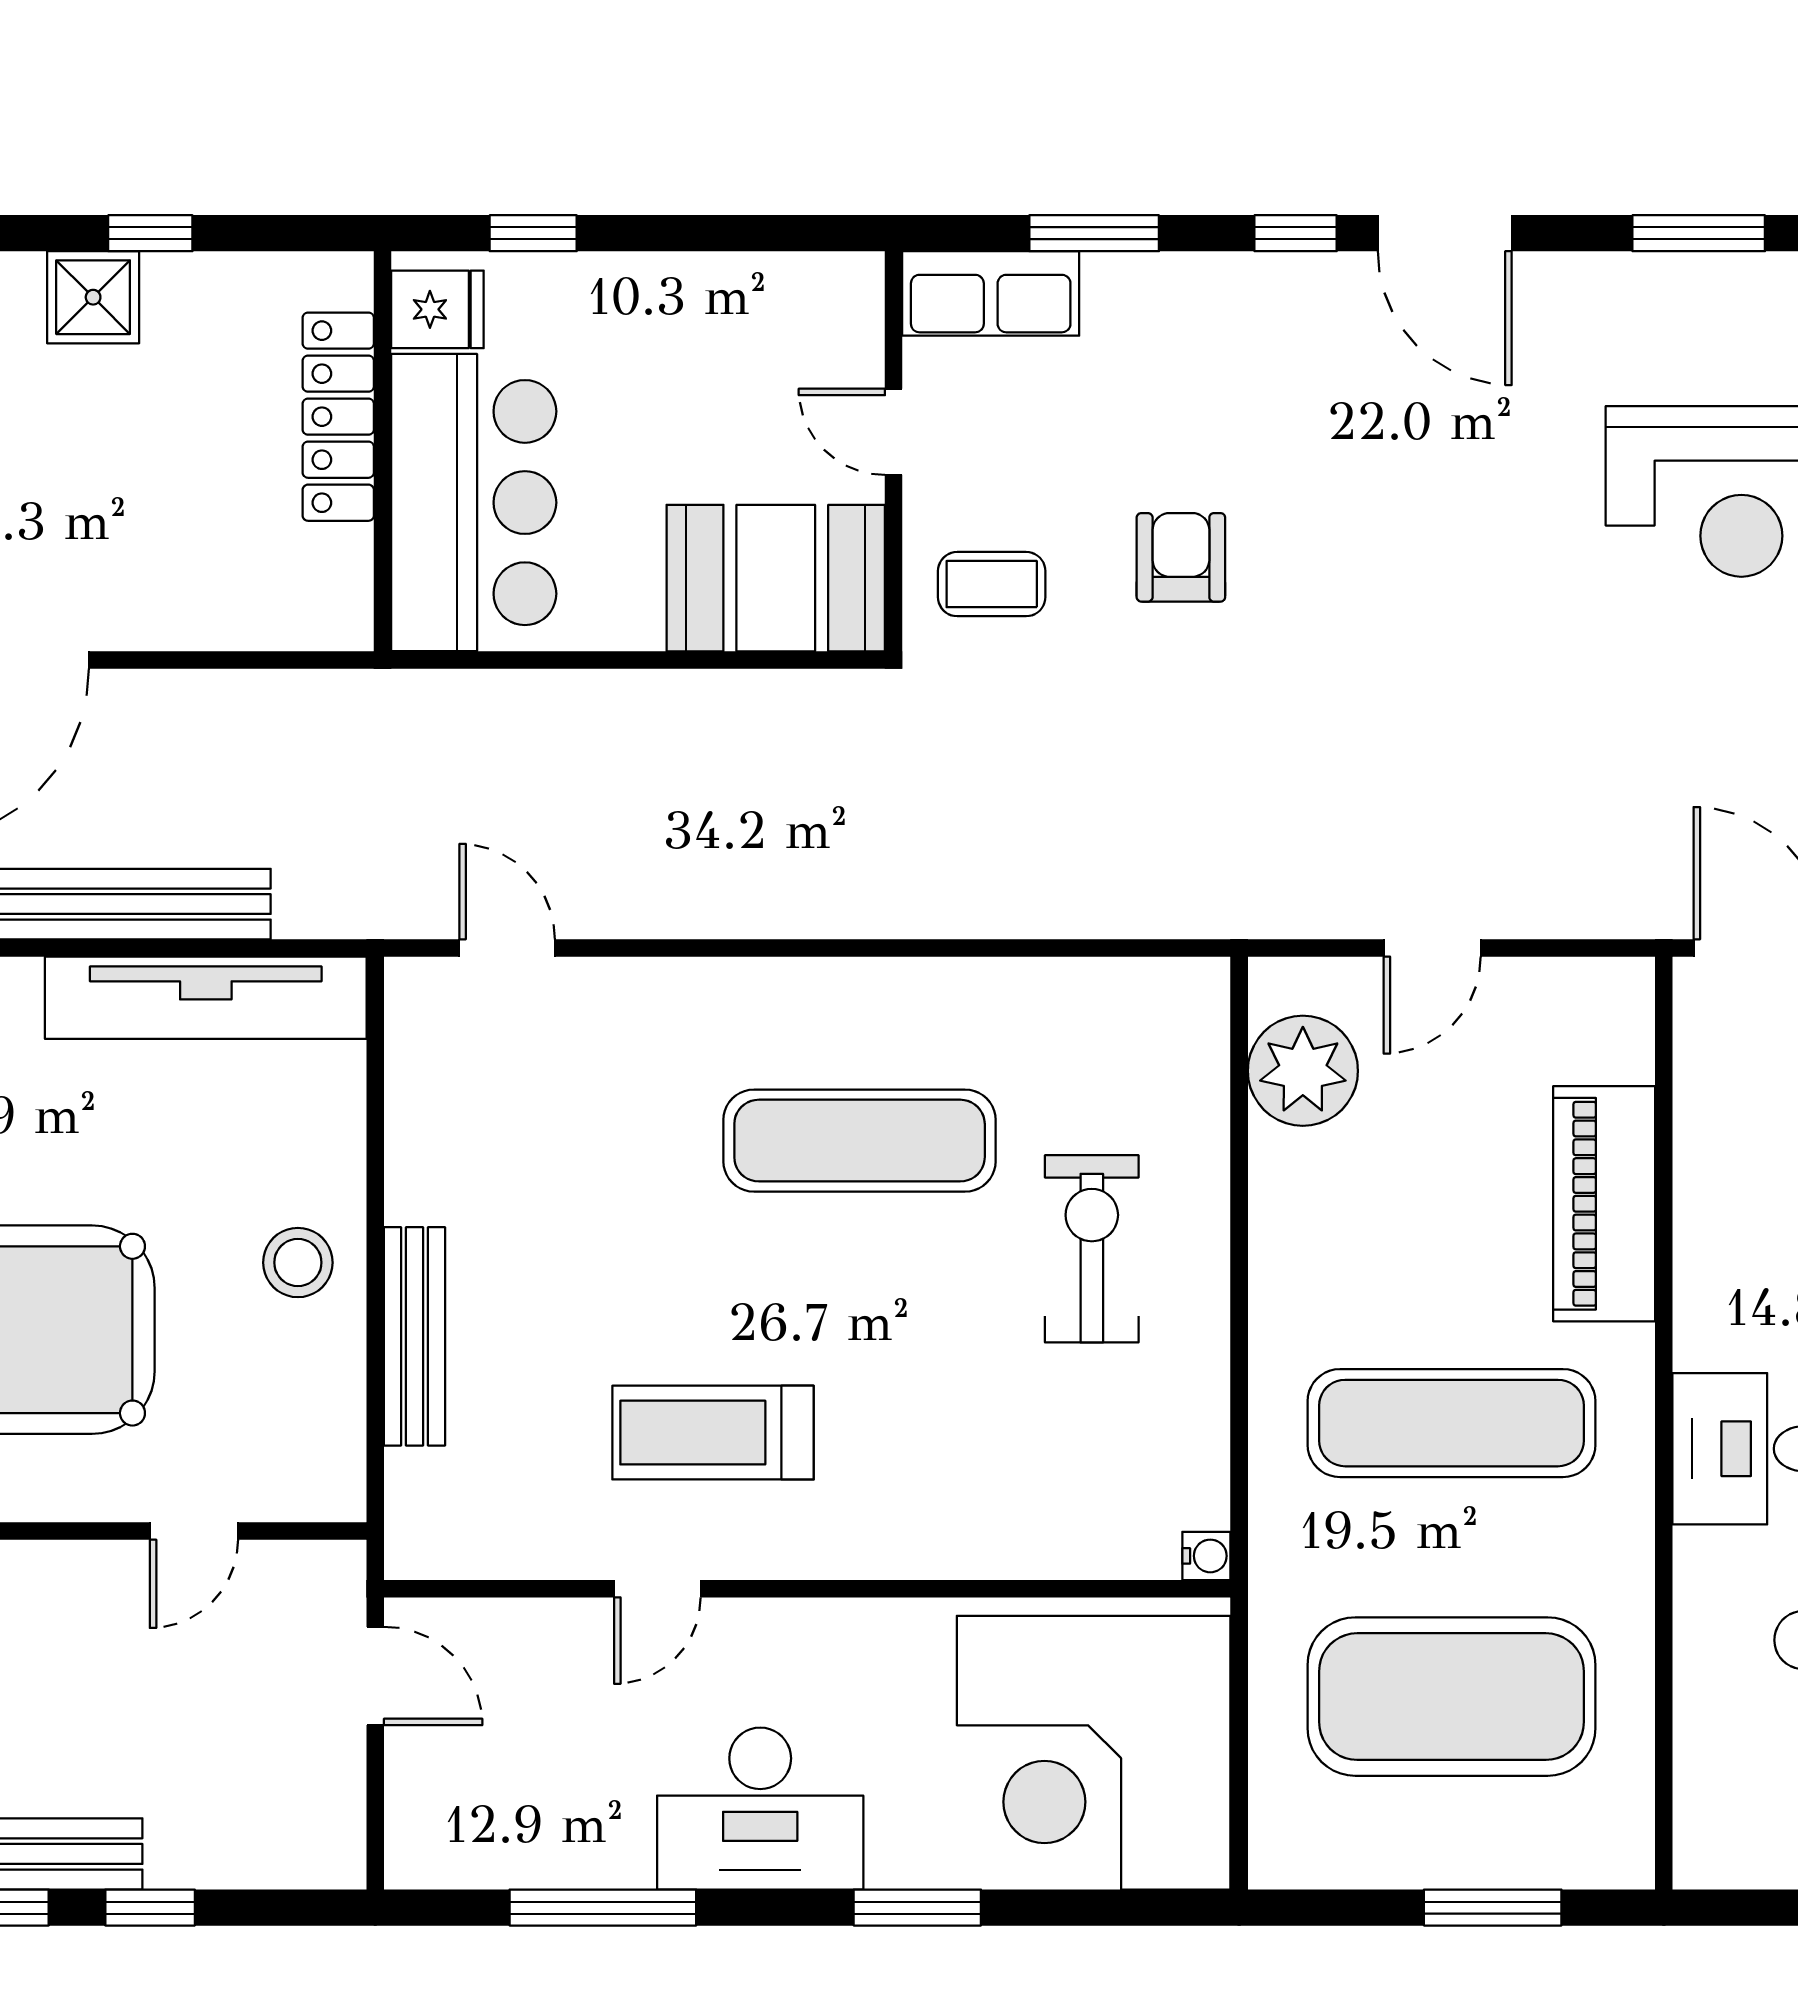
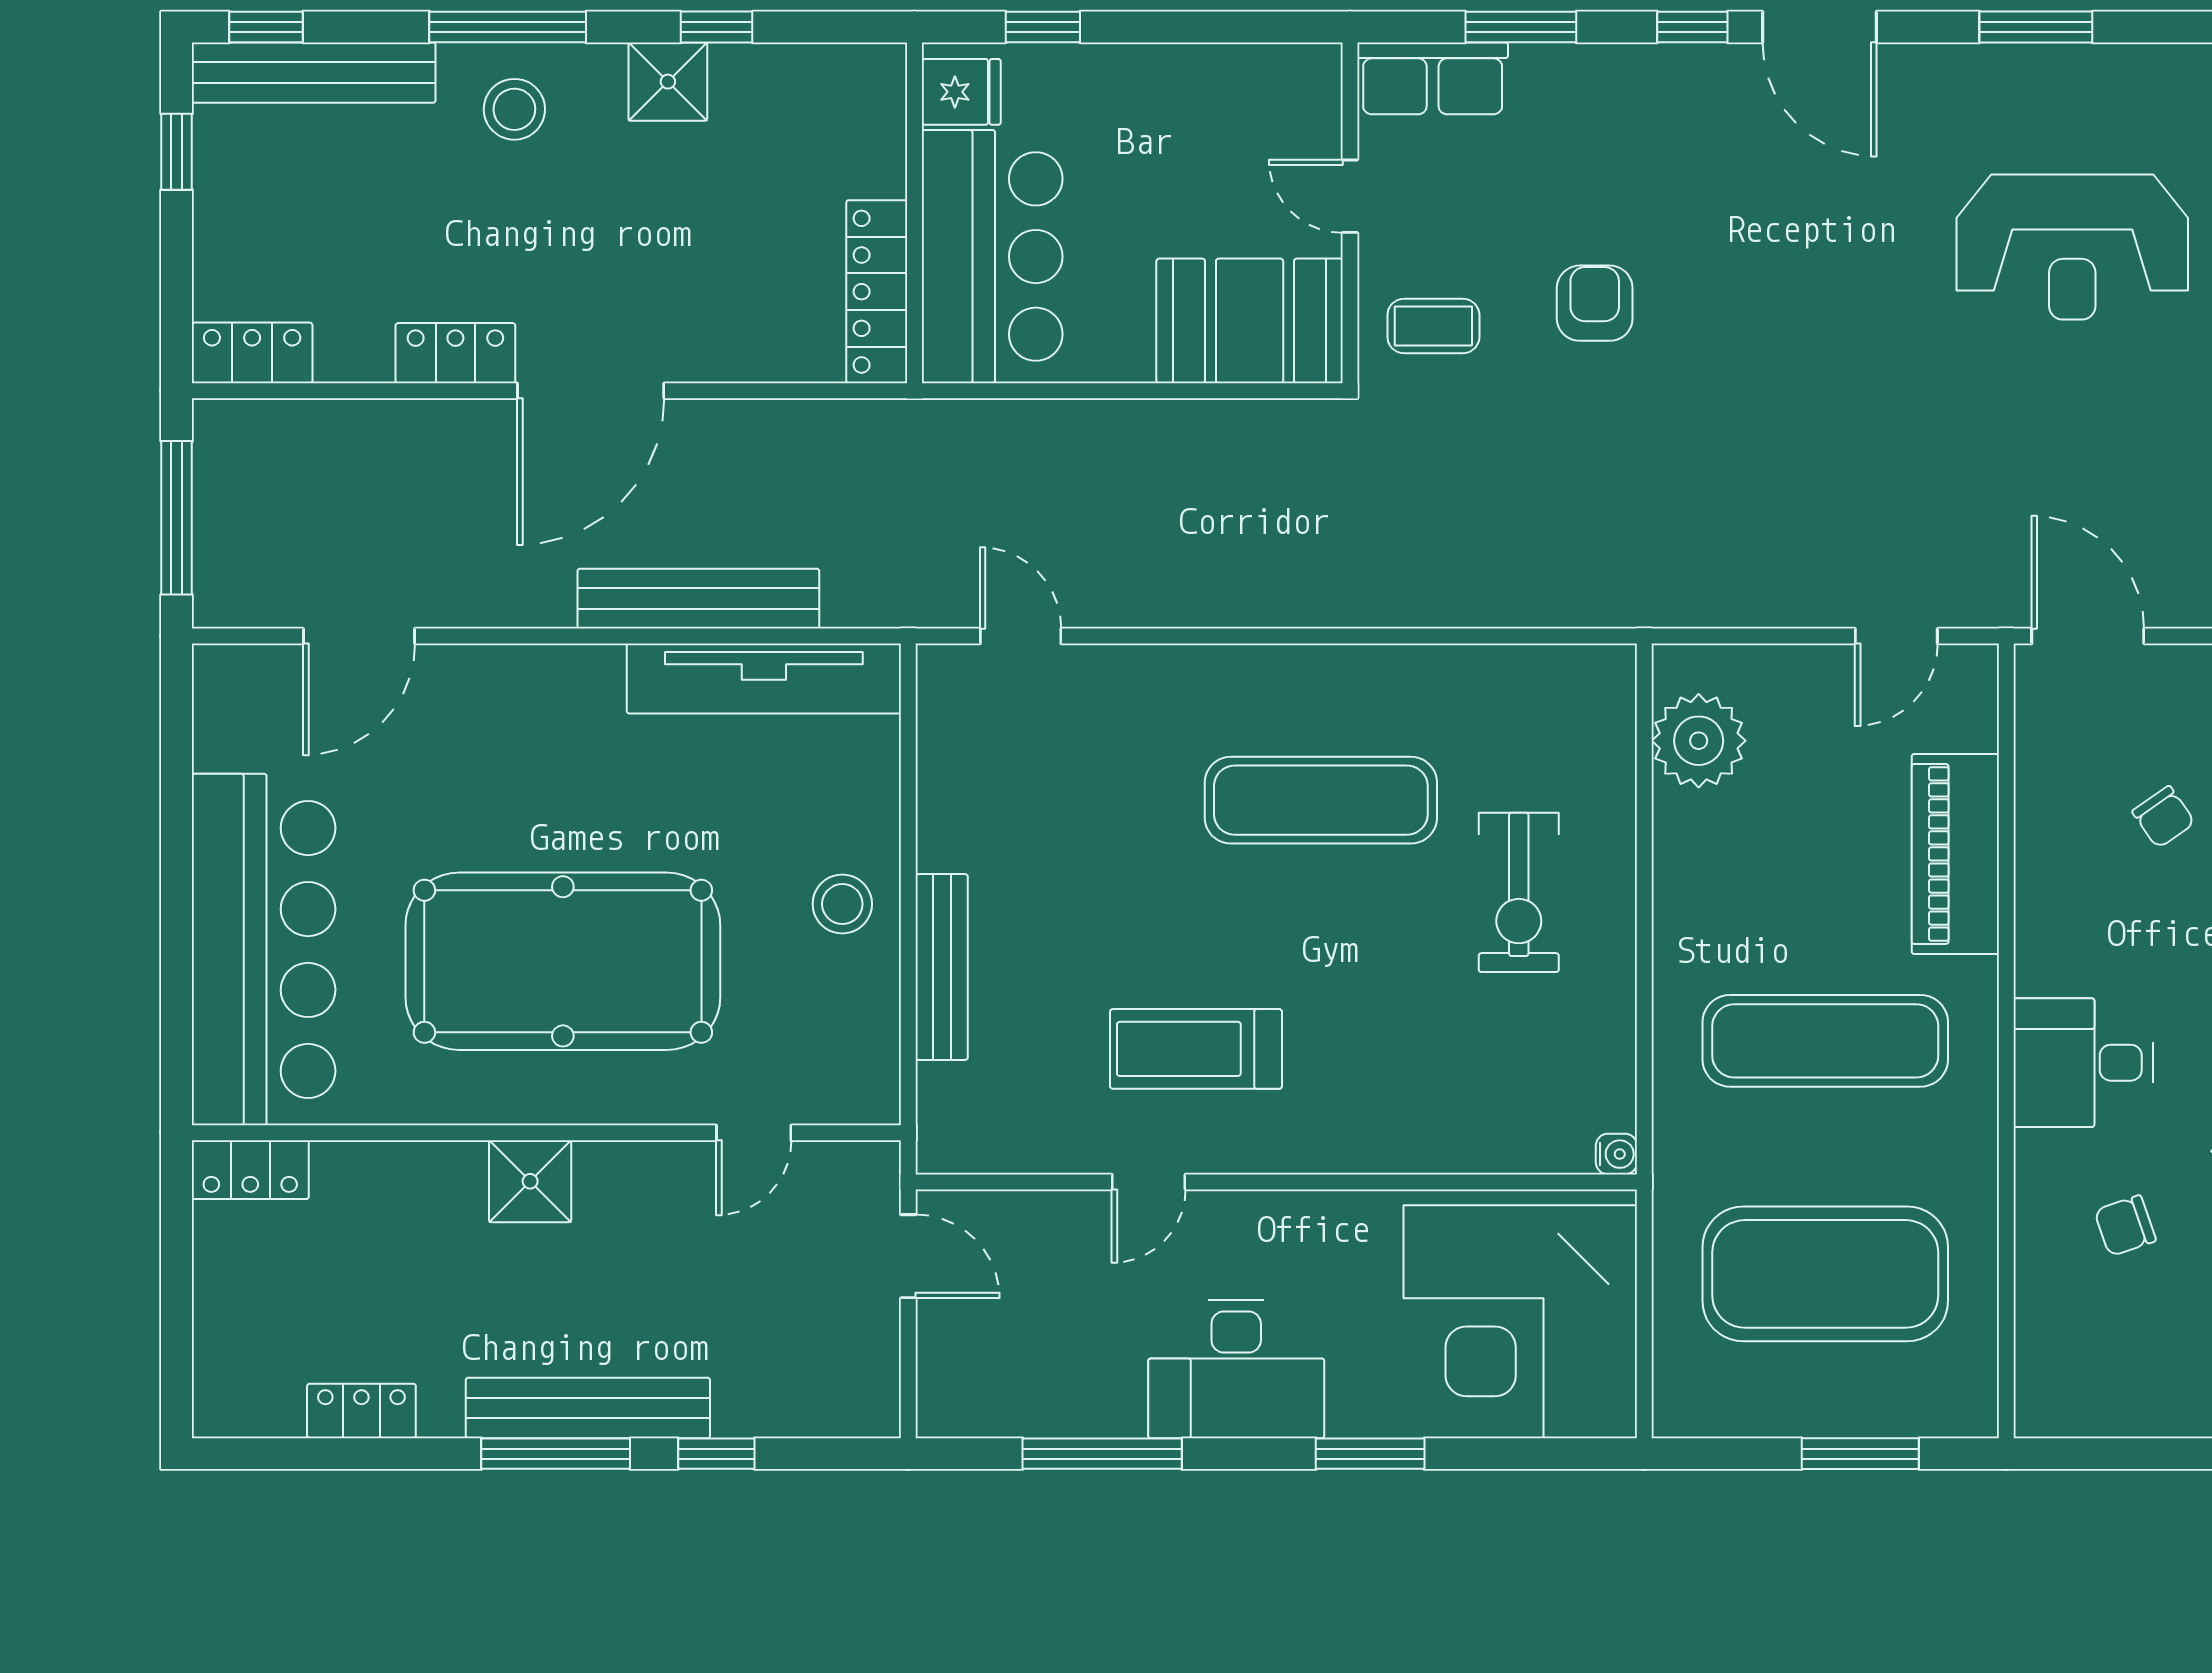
locker: (338, 417) -> (877, 292), moved
door: (1432, 948) -> (1896, 636), moved
exercise bike: (1092, 1249) -> (1519, 892), turned 180

